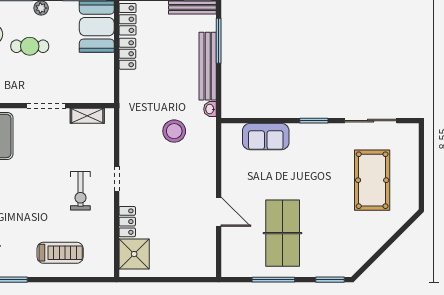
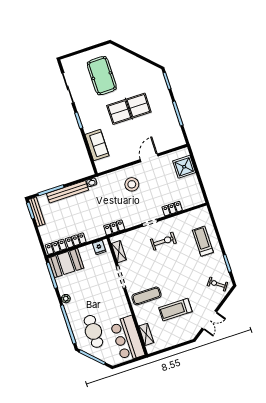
cafe table: (30, 46) -> (90, 298), removed
fridge: (104, 87) -> (99, 247), added
locker: (127, 121) -> (114, 228), added
stool: (174, 131) -> (132, 184), moved
pool table: (372, 180) -> (102, 76), turned 90
table tennis table: (283, 233) -> (129, 109), moved
shower: (134, 254) -> (184, 167), moved

